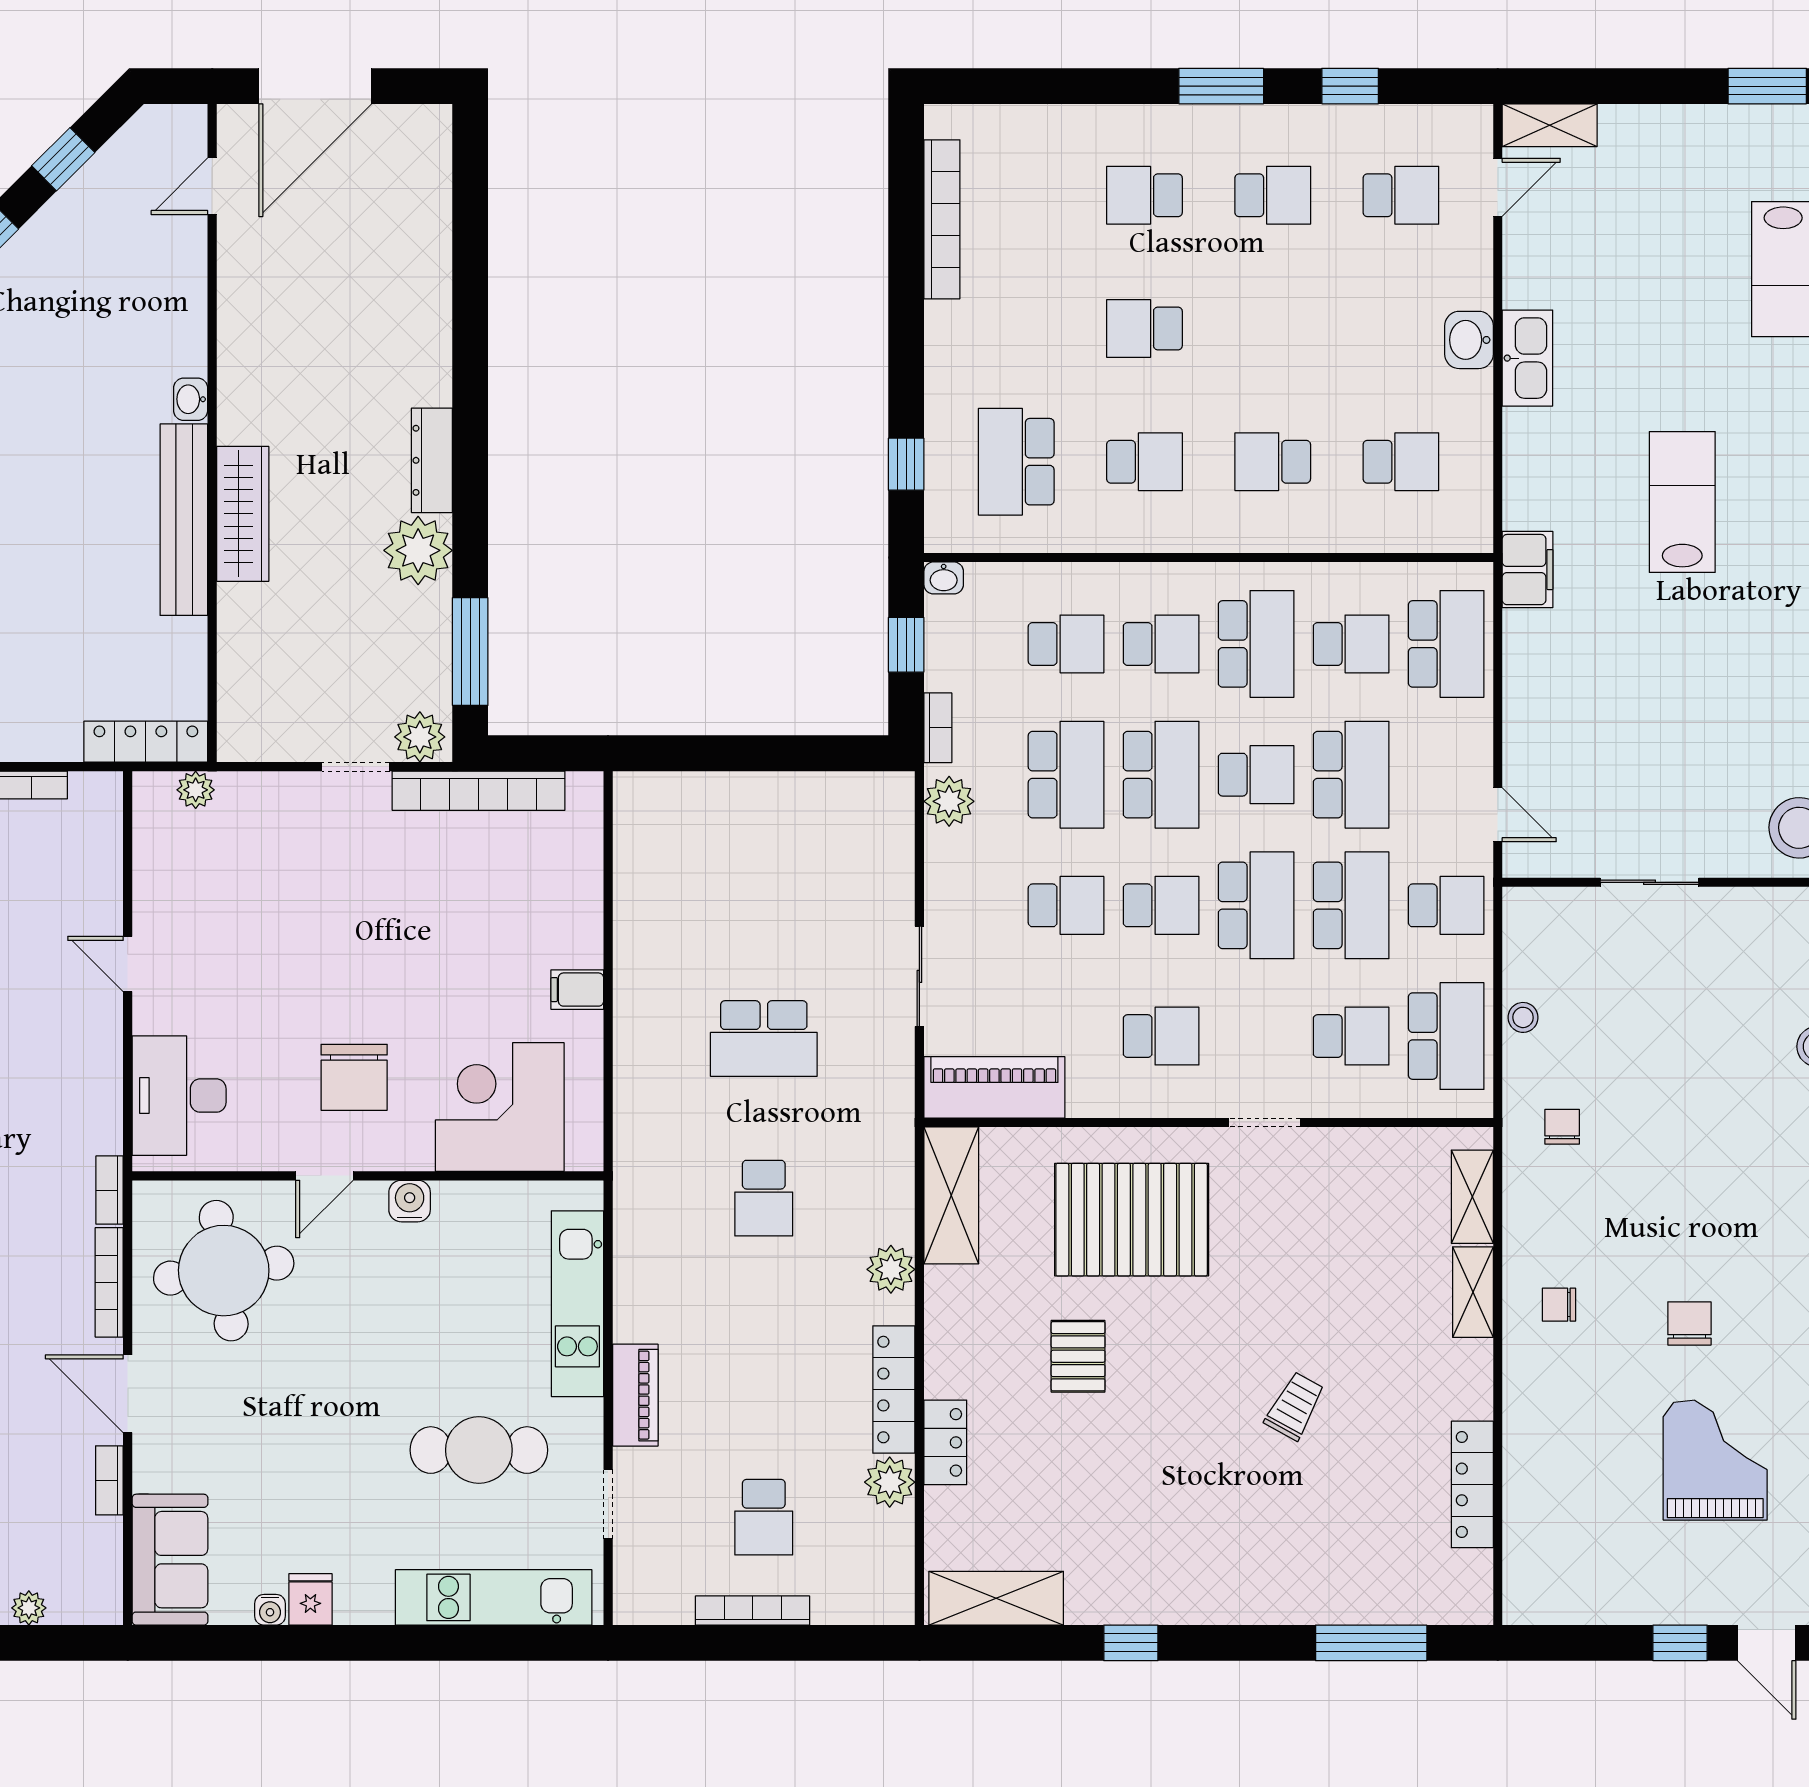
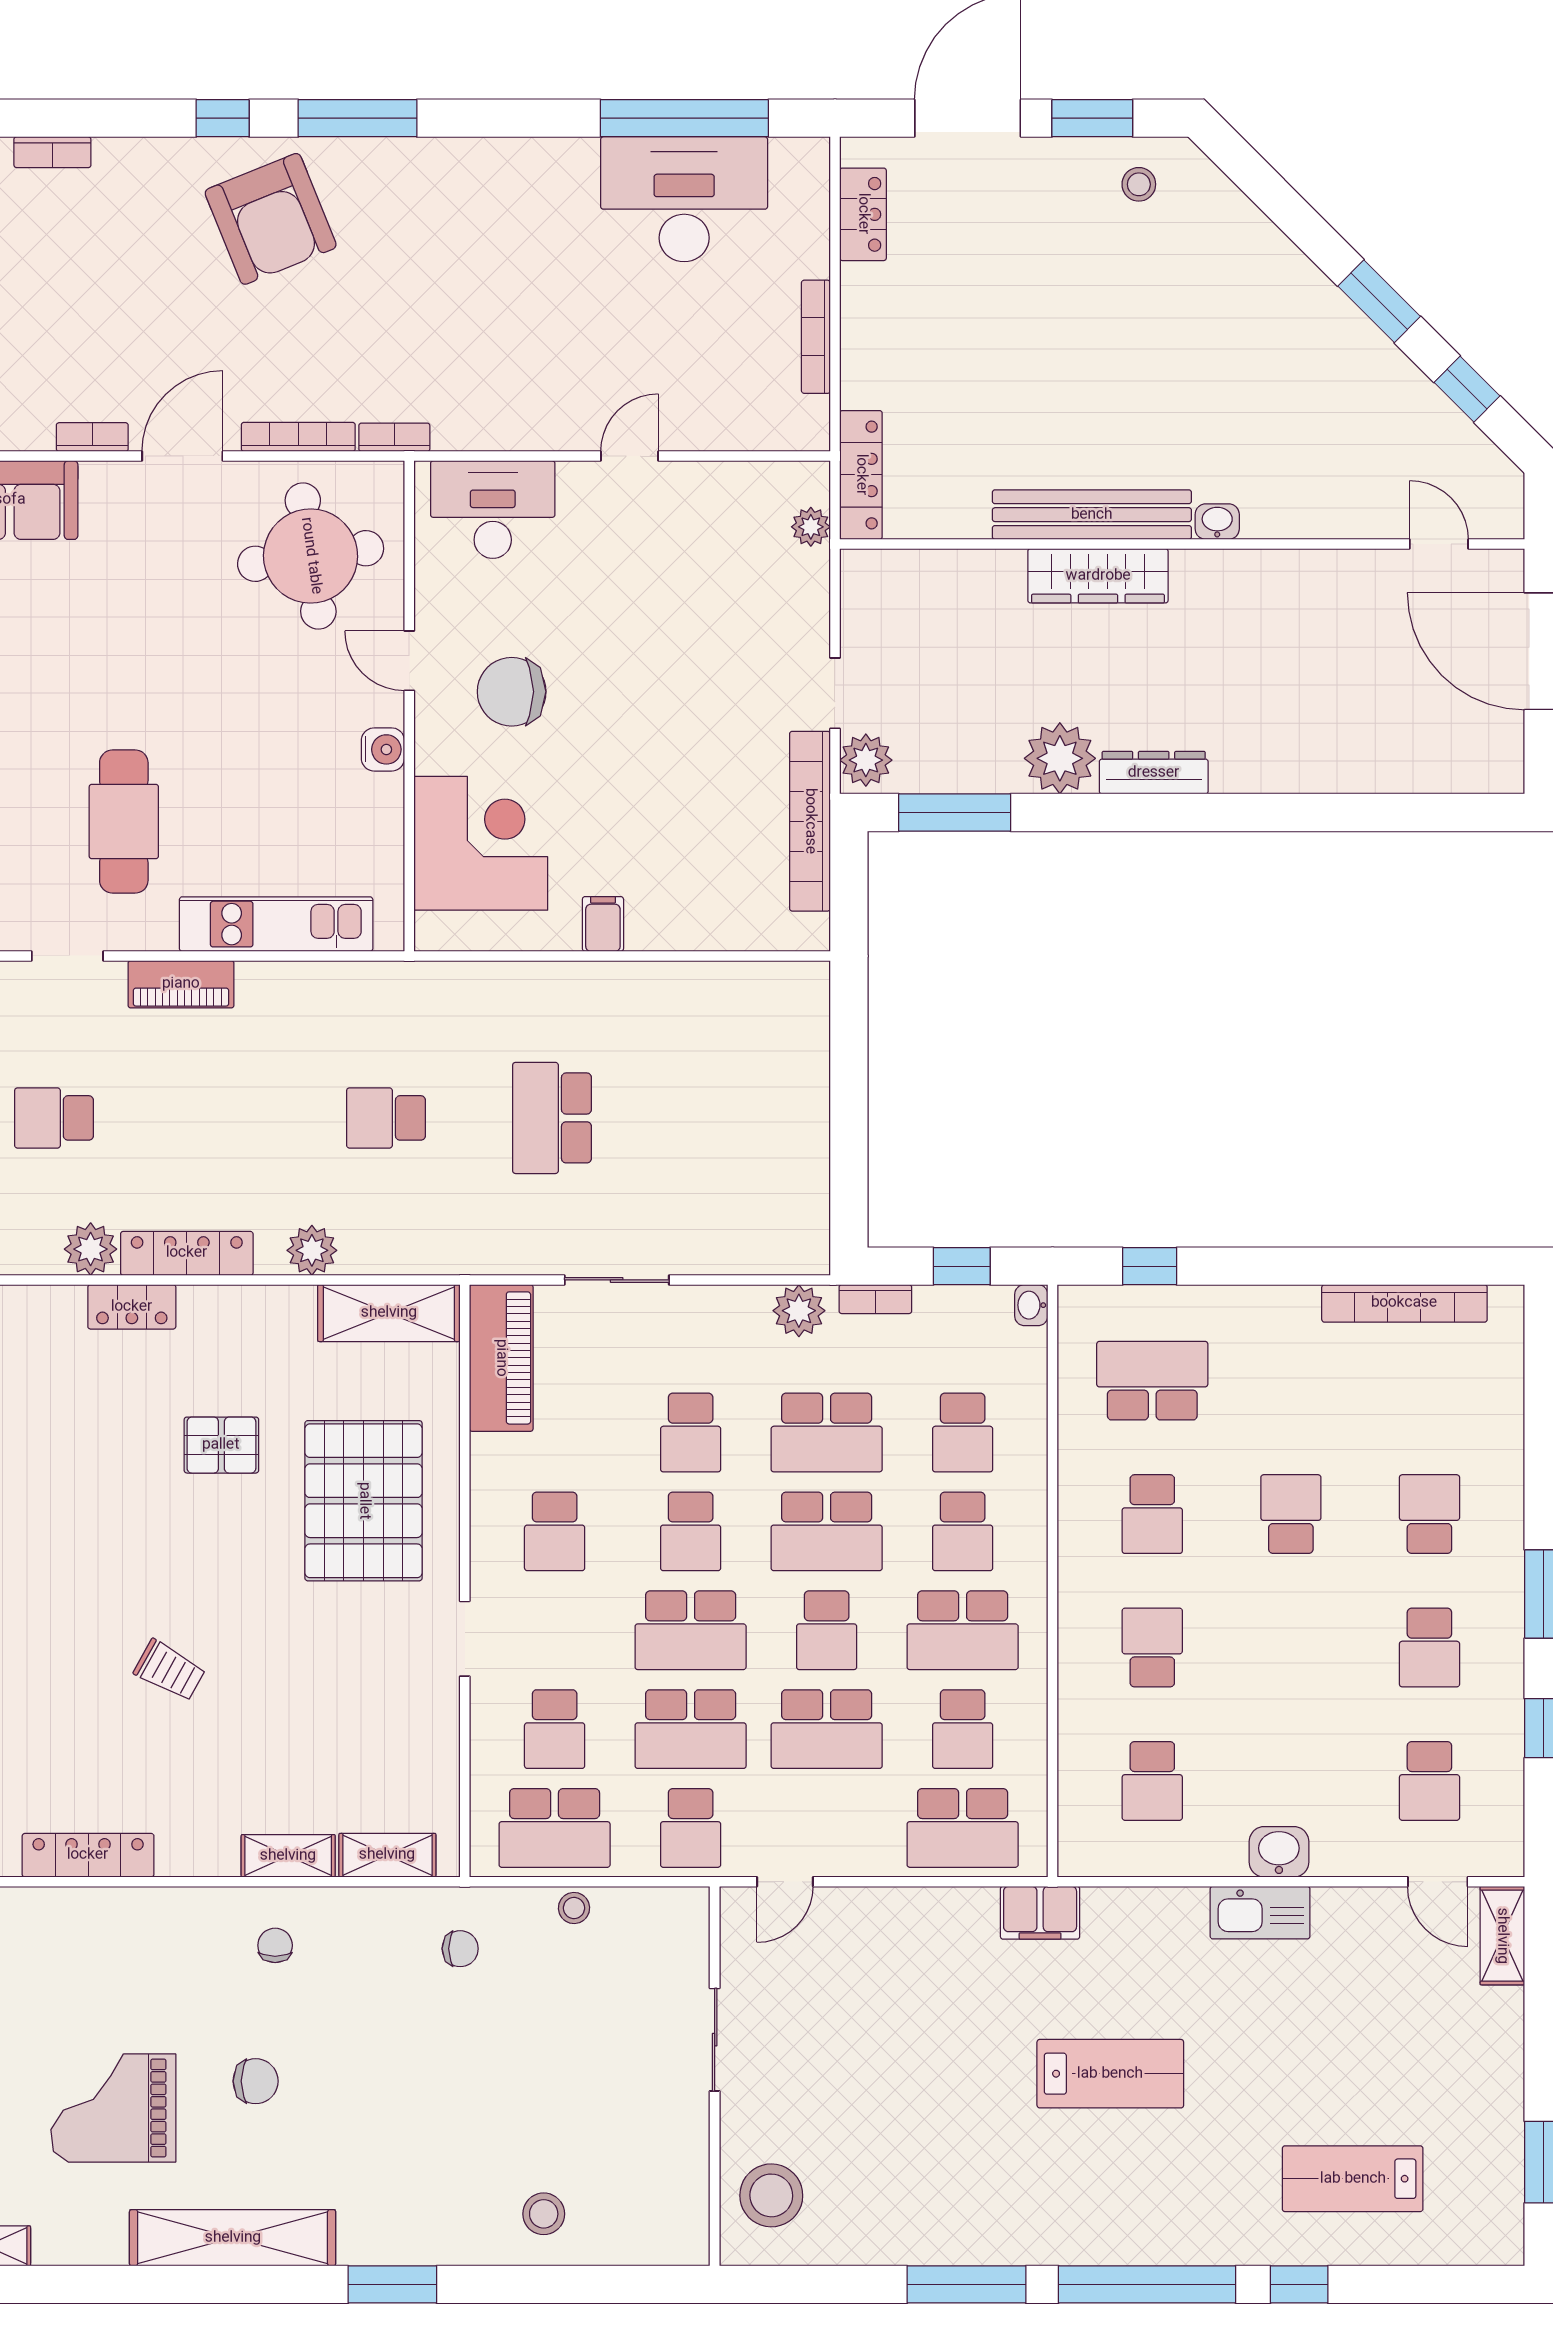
grand piano: (1715, 1460) -> (113, 2108), turned 180

